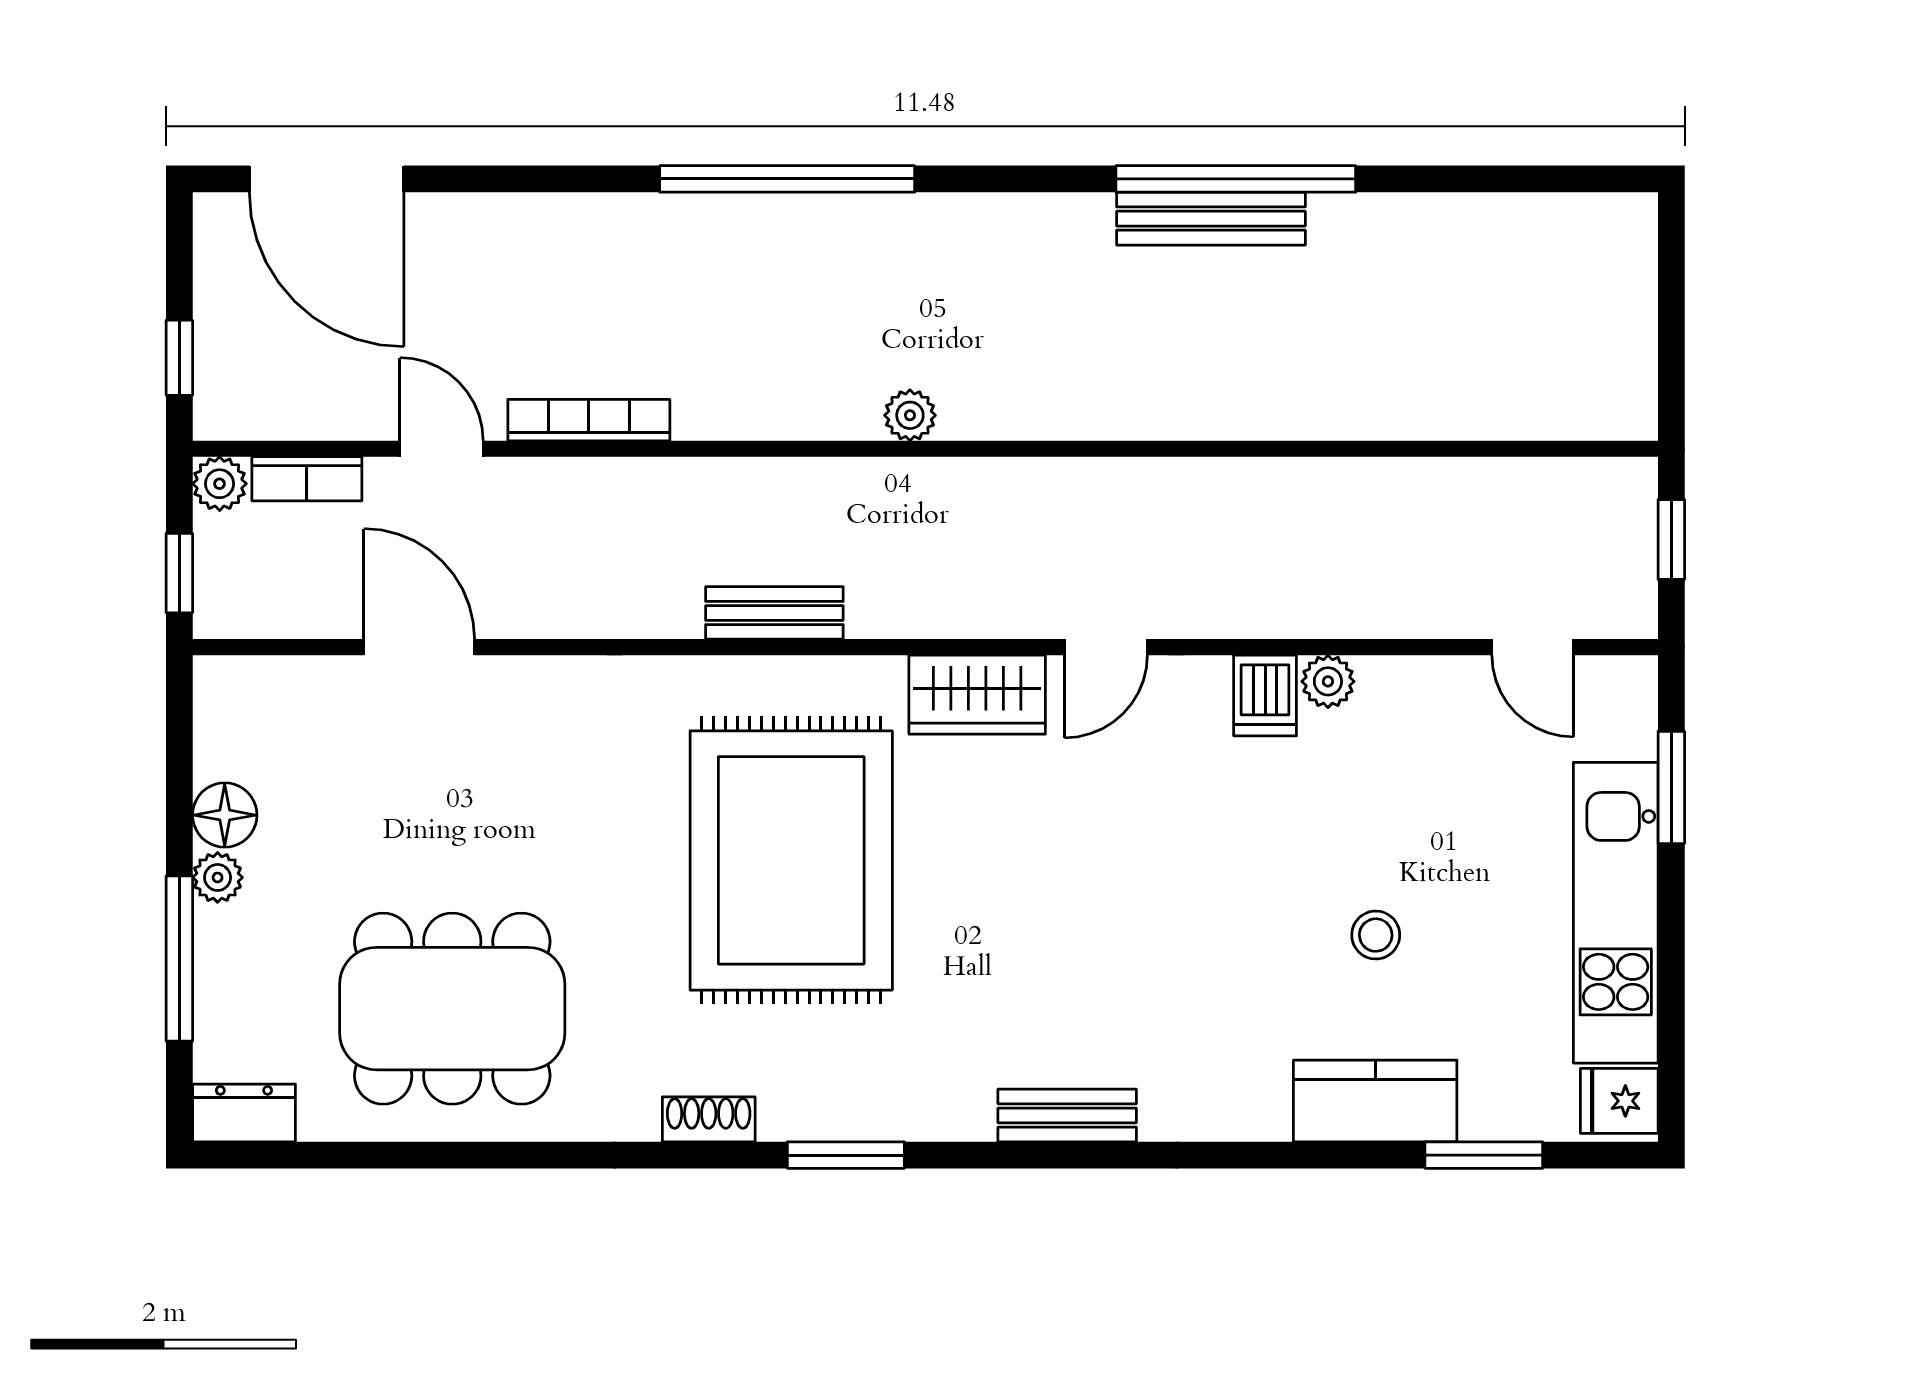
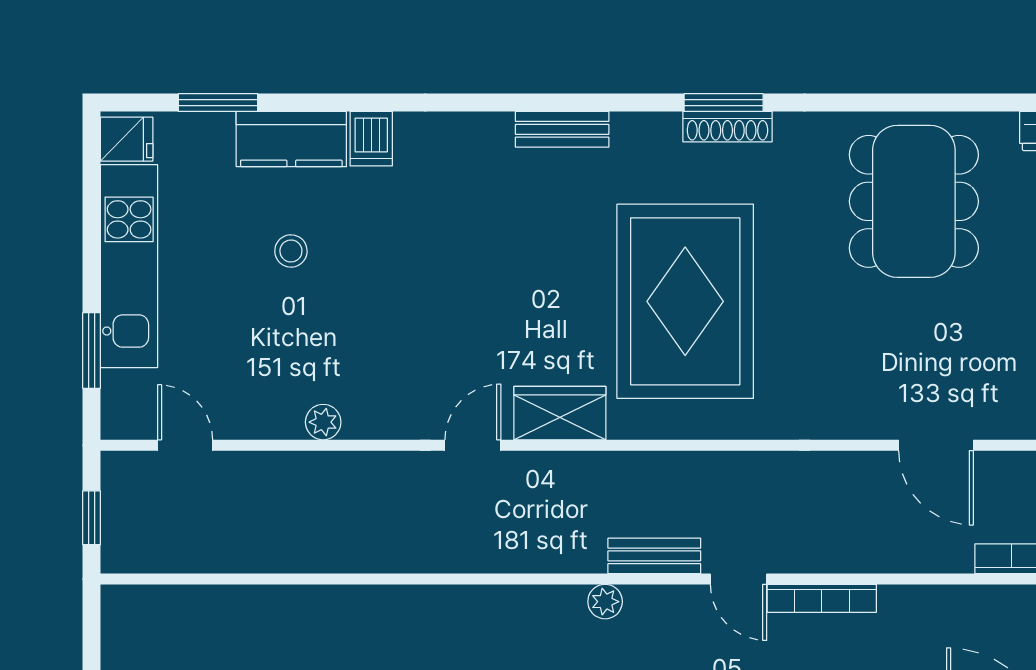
door: (441, 449) -> (739, 579), moved
bench: (774, 613) -> (654, 556), moved
dishwasher: (1265, 696) -> (371, 139), moved, turned 180
dining table: (452, 1009) -> (914, 201), turned 90
bench: (1067, 1115) -> (562, 129), moved
shoe rack: (709, 1119) -> (727, 127), width x1.43
window: (846, 1155) -> (724, 103), moved

